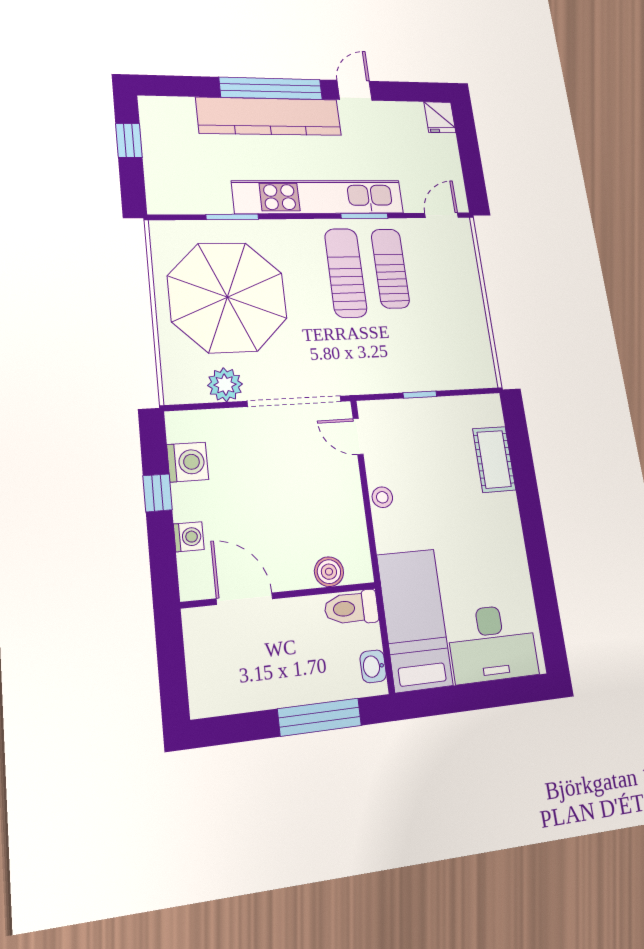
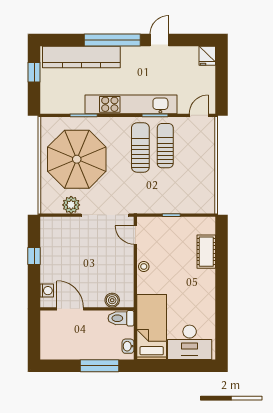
kitchen counter: (269, 116) -> (81, 57), moved
washing machine: (188, 462) -> (49, 242), removed
washing machine: (189, 537) -> (47, 291), moved

